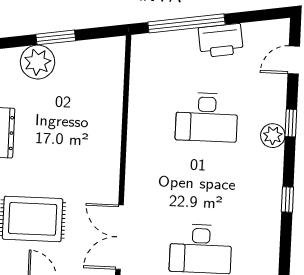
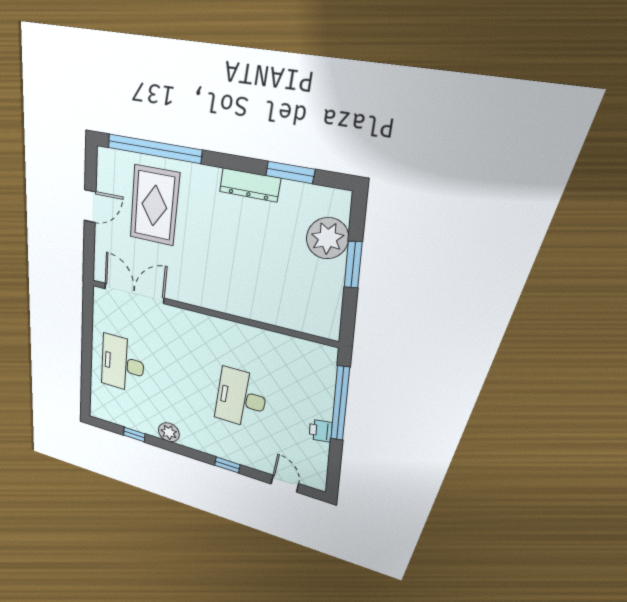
printer: (221, 40) -> (321, 431), width x0.53, depth x0.68
plant: (273, 136) -> (169, 432), moved
window: (287, 199) -> (134, 435), moved

